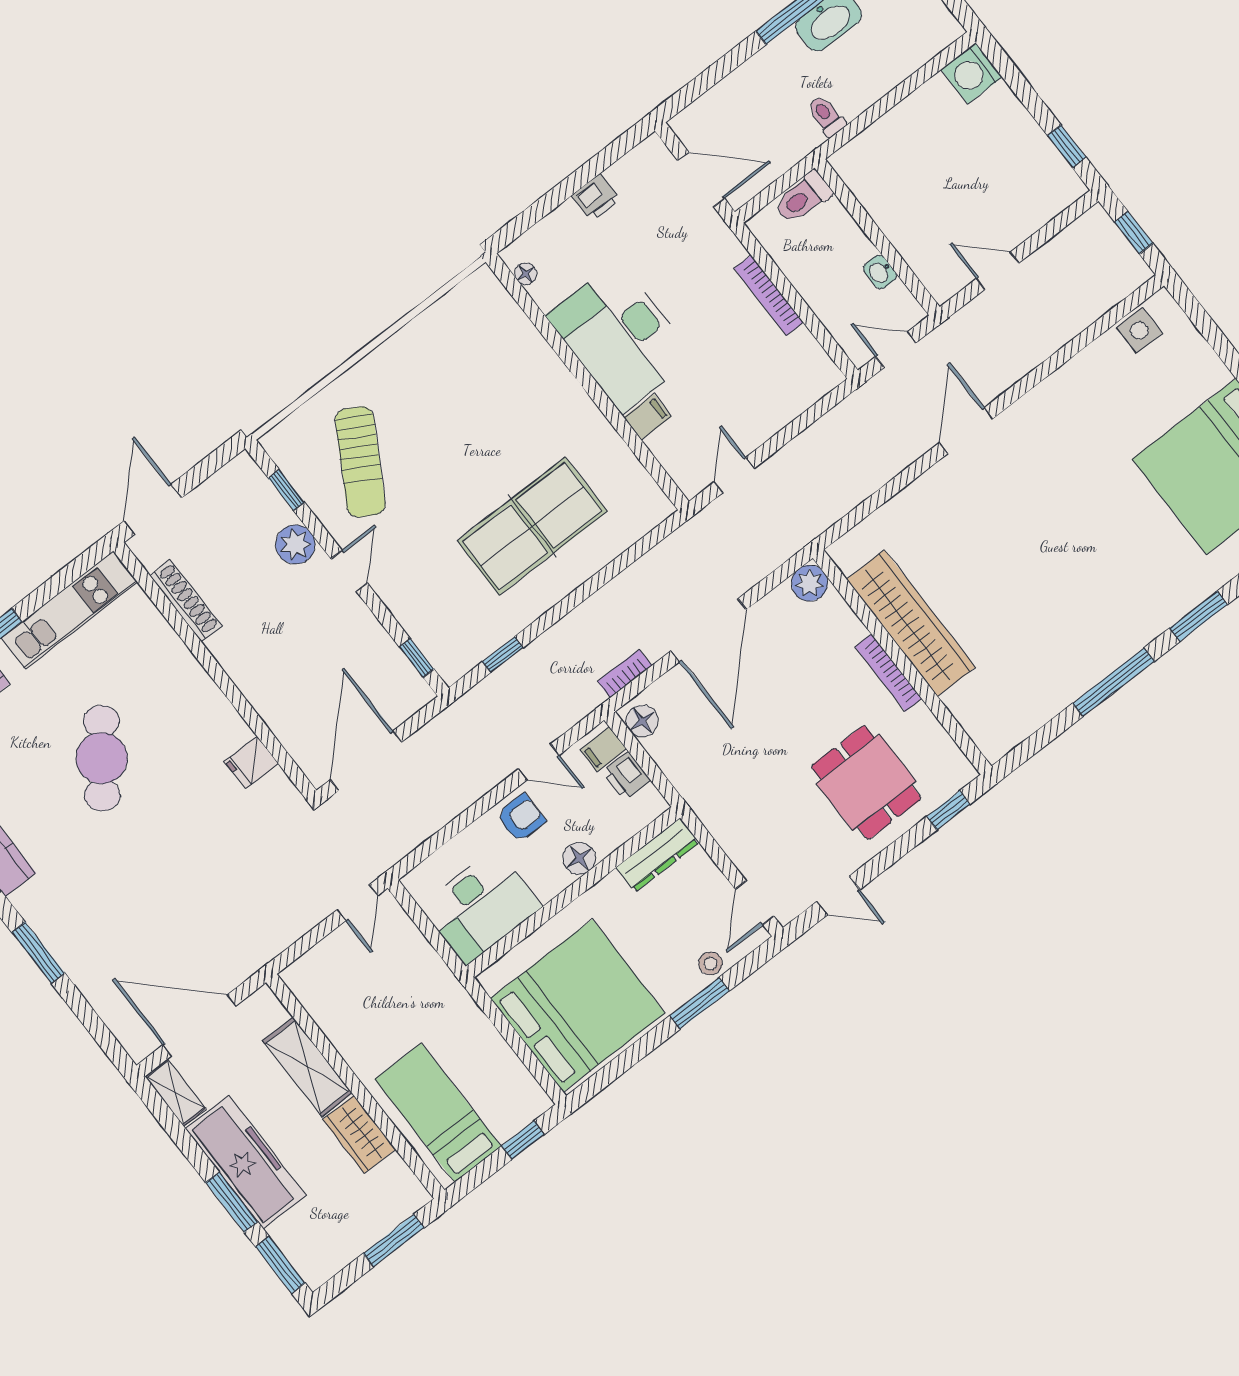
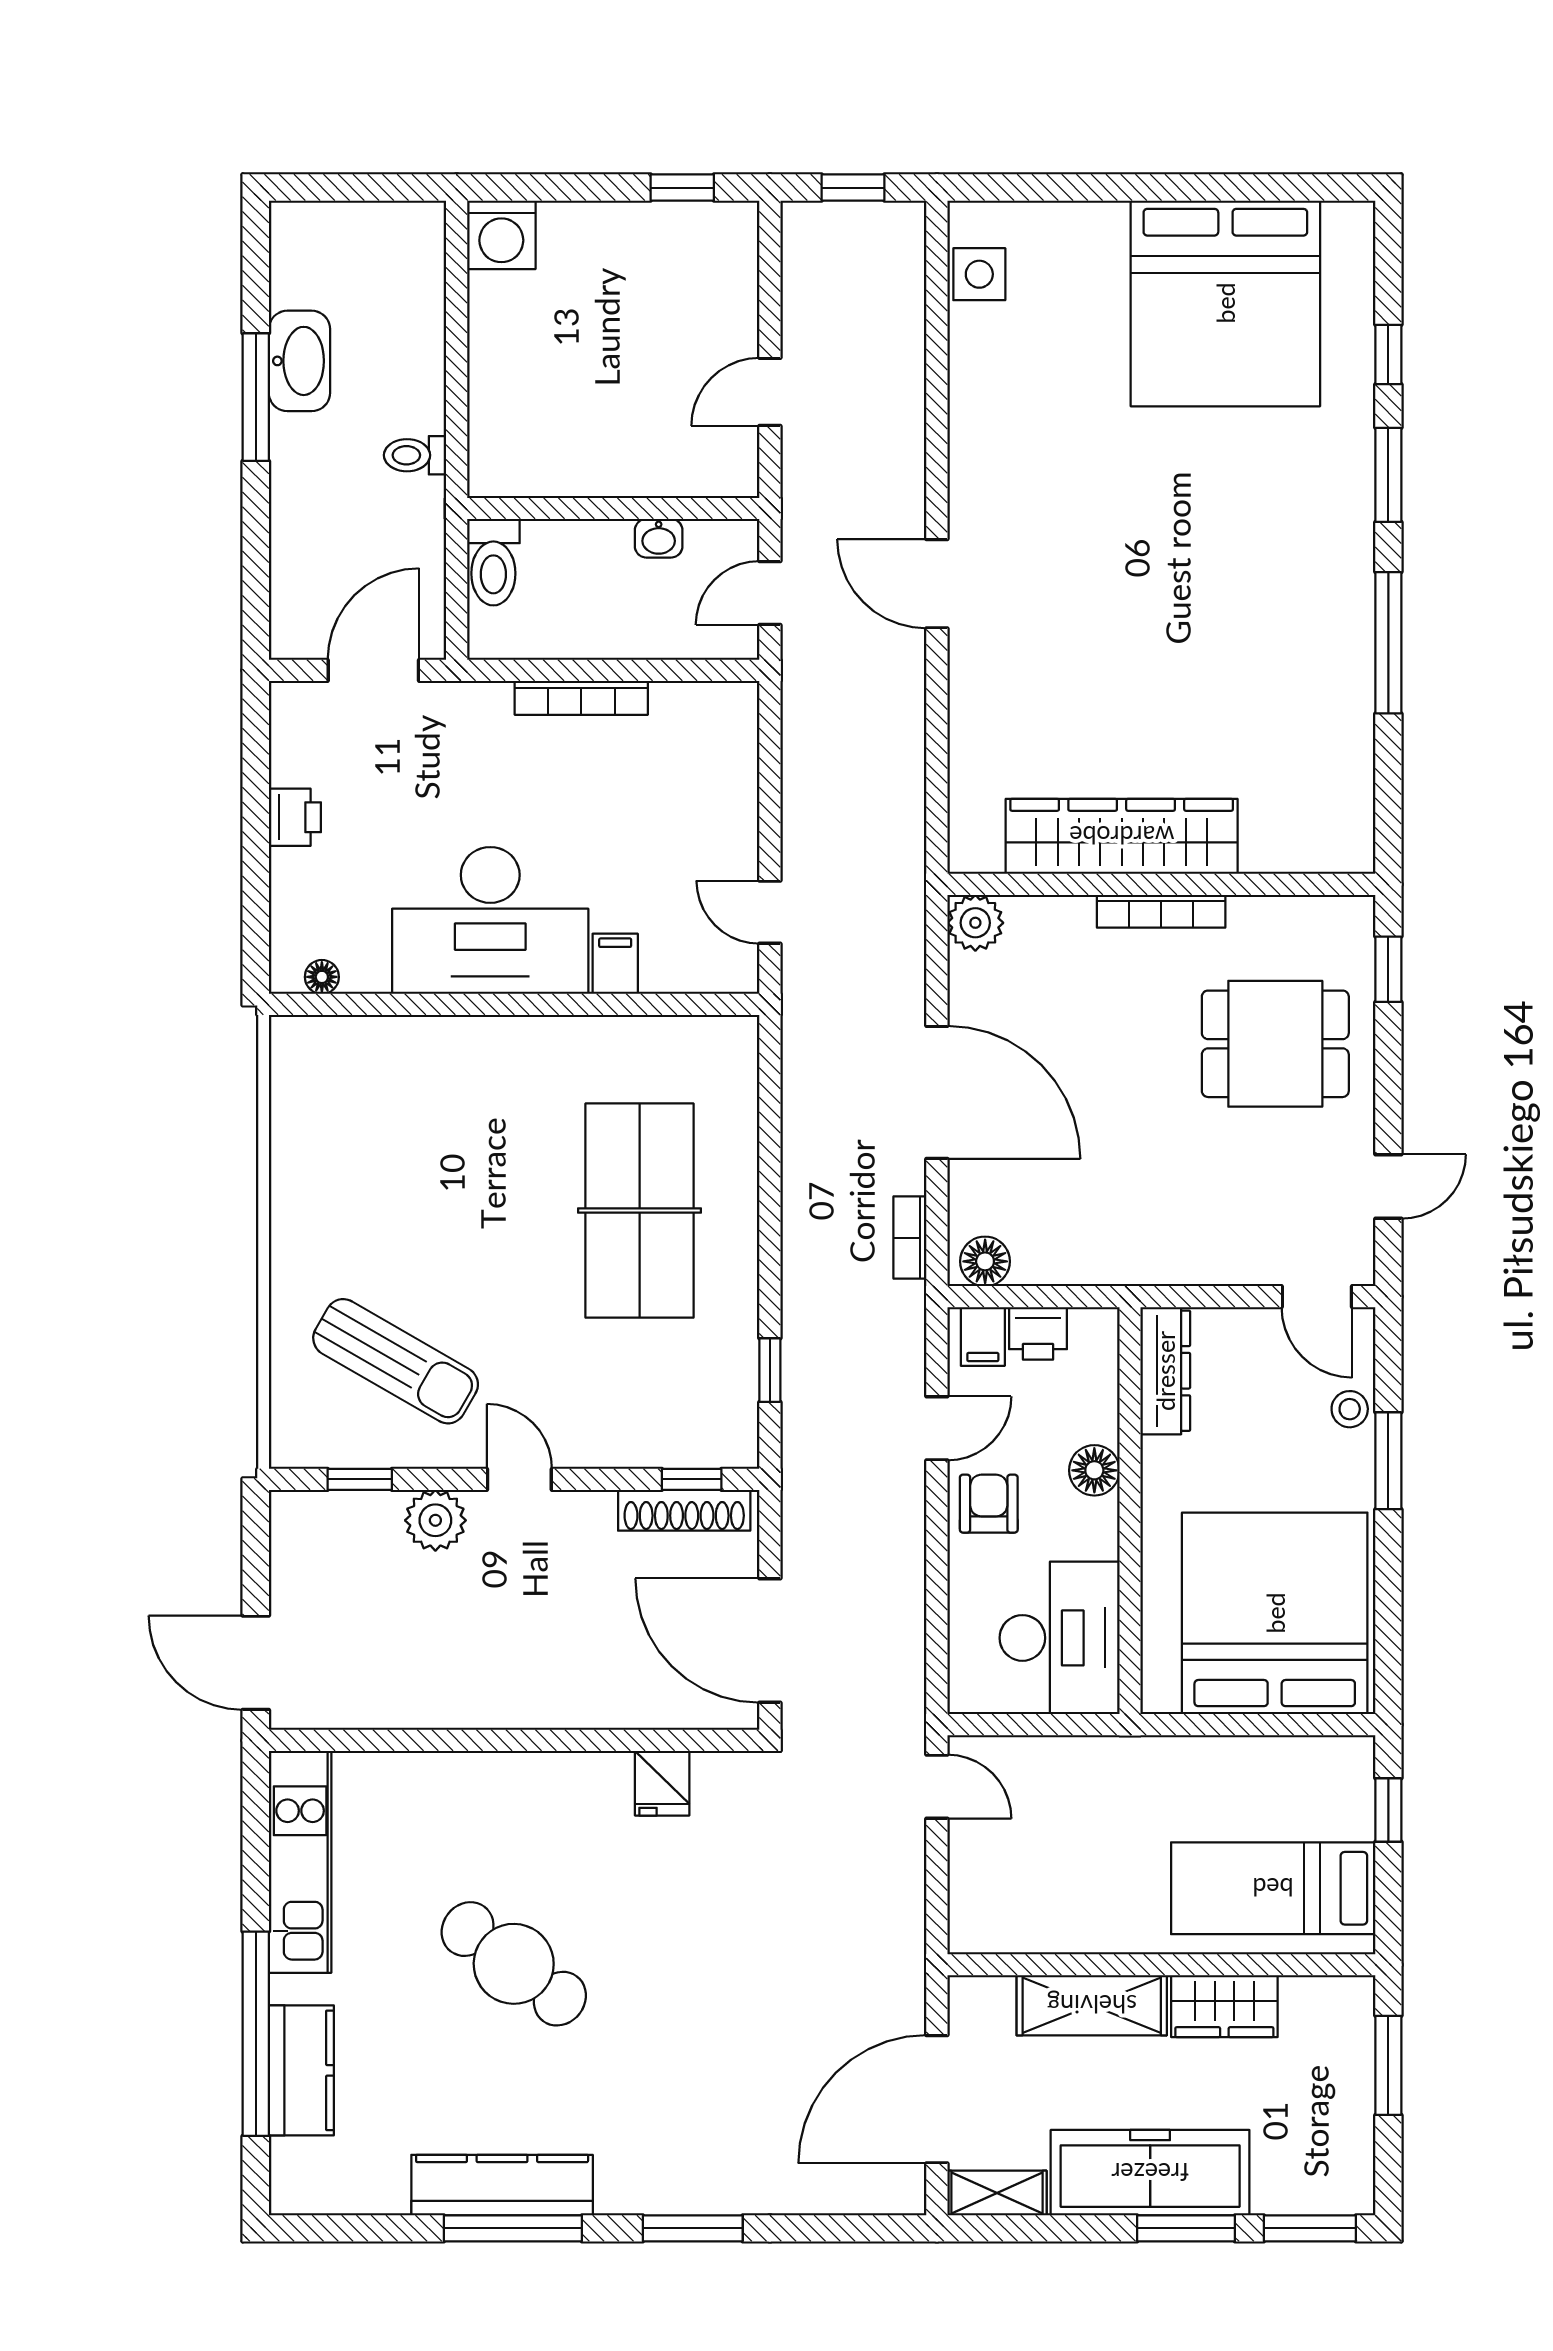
shoe rack: (186, 601) -> (684, 1510), moved, turned 180

